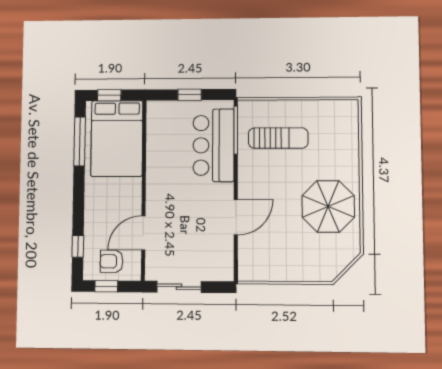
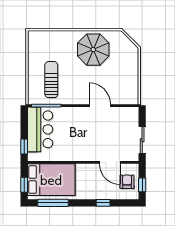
window: (190, 95) -> (24, 146), moved
bar counter: (214, 145) -> (40, 129), moved, turned -90
window: (78, 246) -> (103, 203), moved
armchair: (112, 261) -> (127, 182), turned 180

